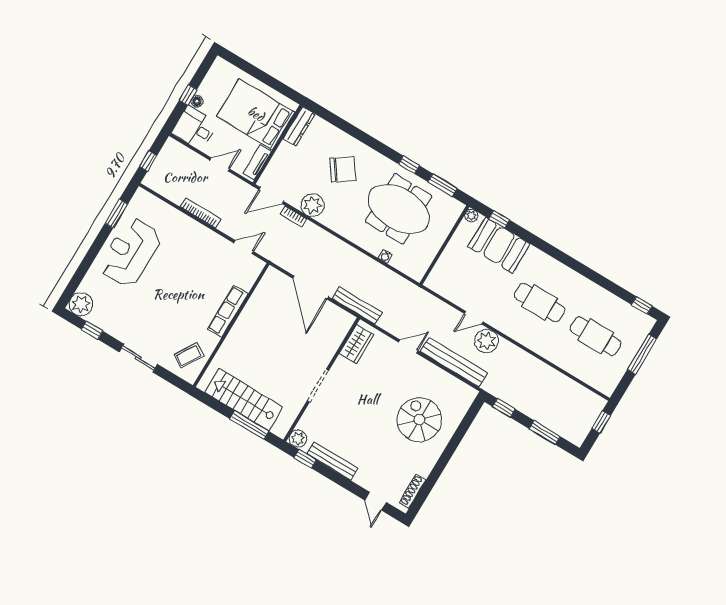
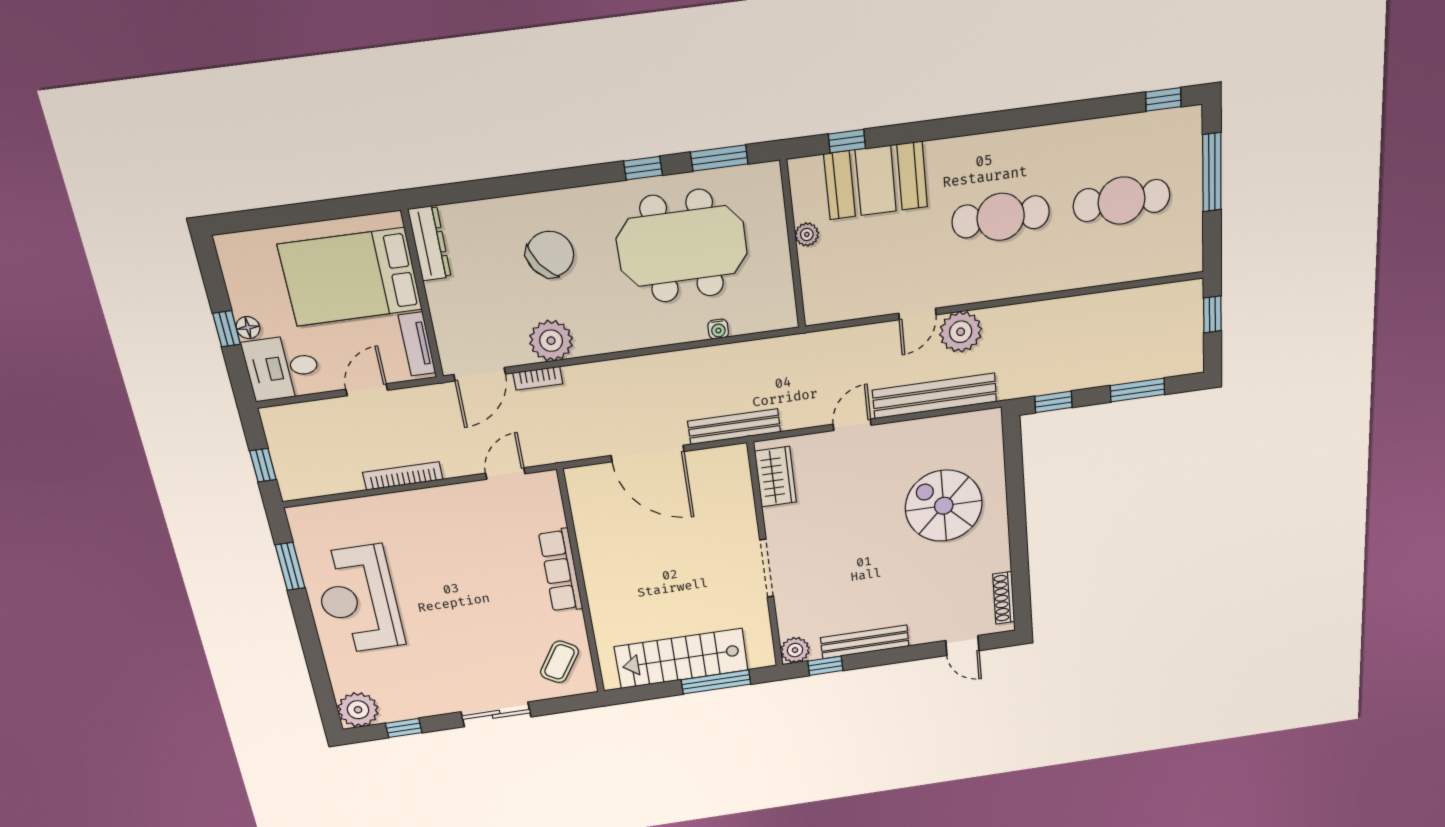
plant: (471, 216) -> (807, 234), moved

